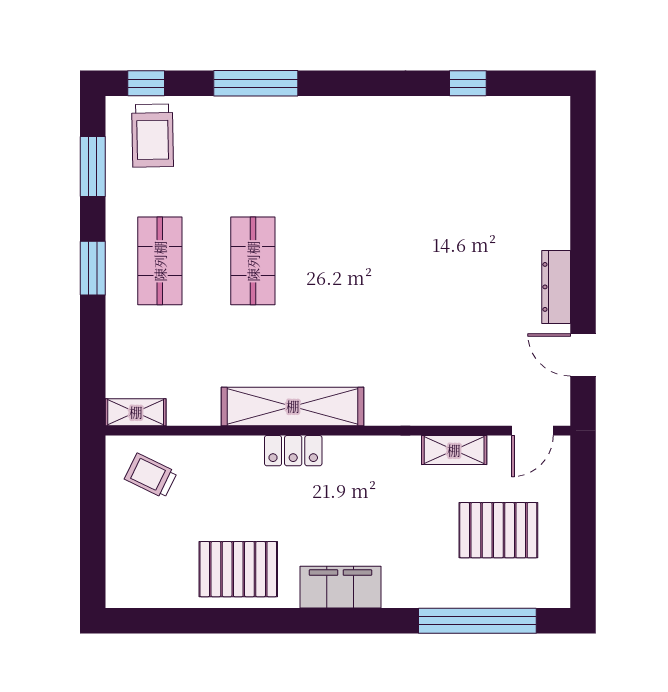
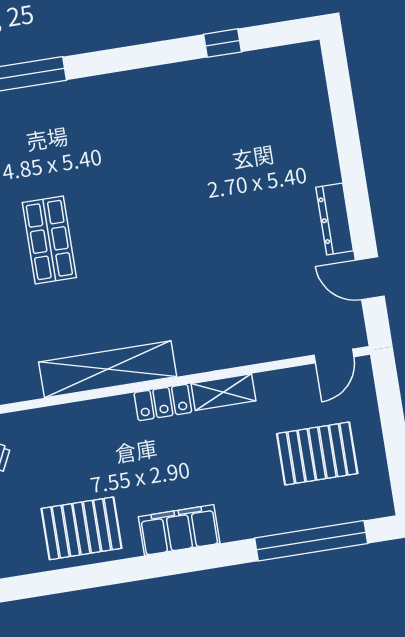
shelving: (454, 450) -> (223, 392), moved
locker: (293, 451) -> (163, 402), moved

